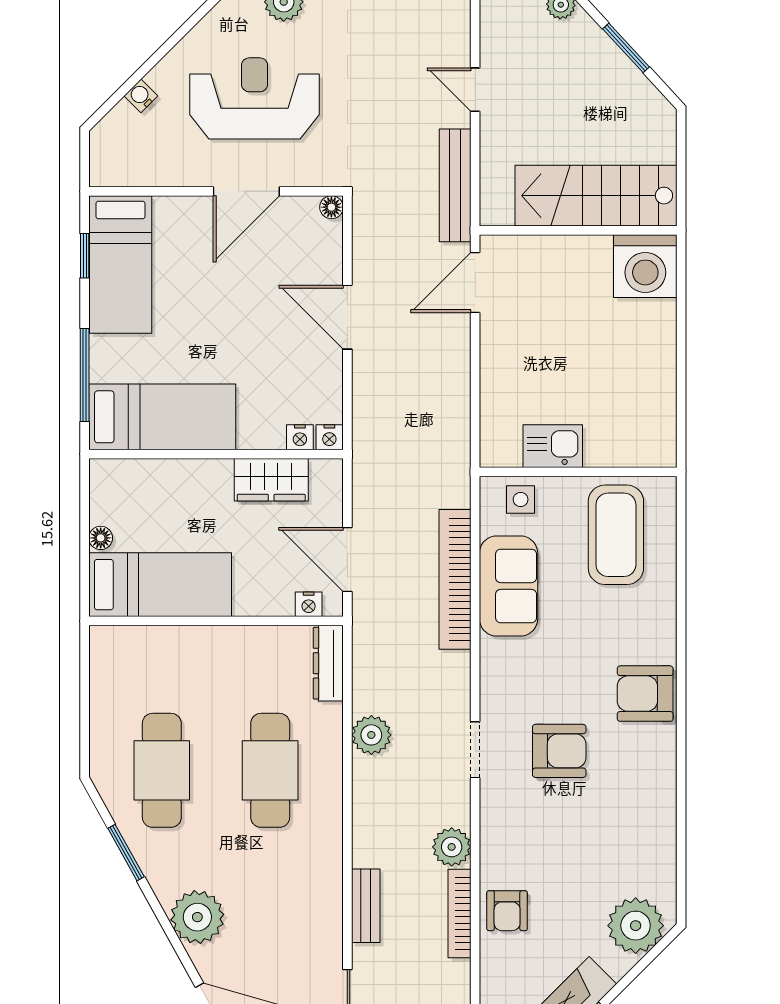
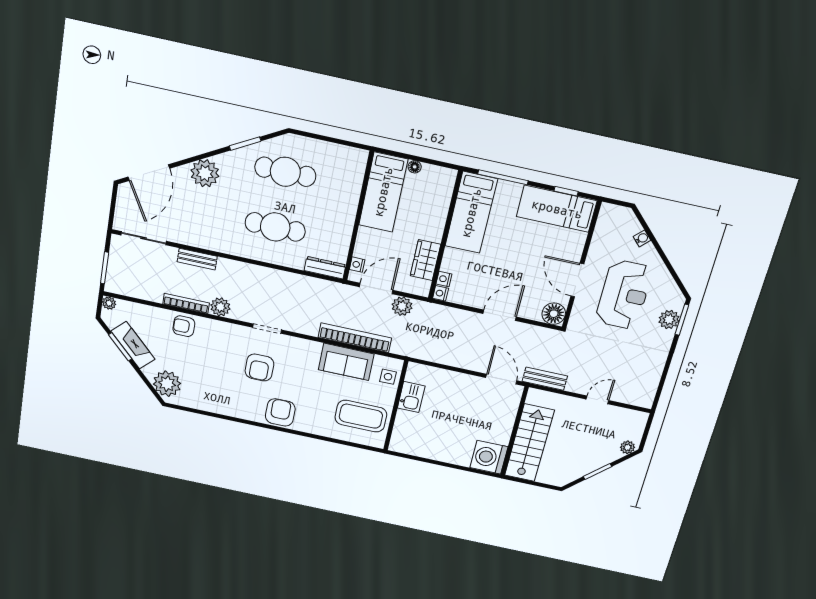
bench: (455, 185) -> (545, 379), width x0.73
floor lamp: (331, 207) -> (554, 314), width x1.89, depth x1.89
plant: (371, 735) -> (402, 306), moved

